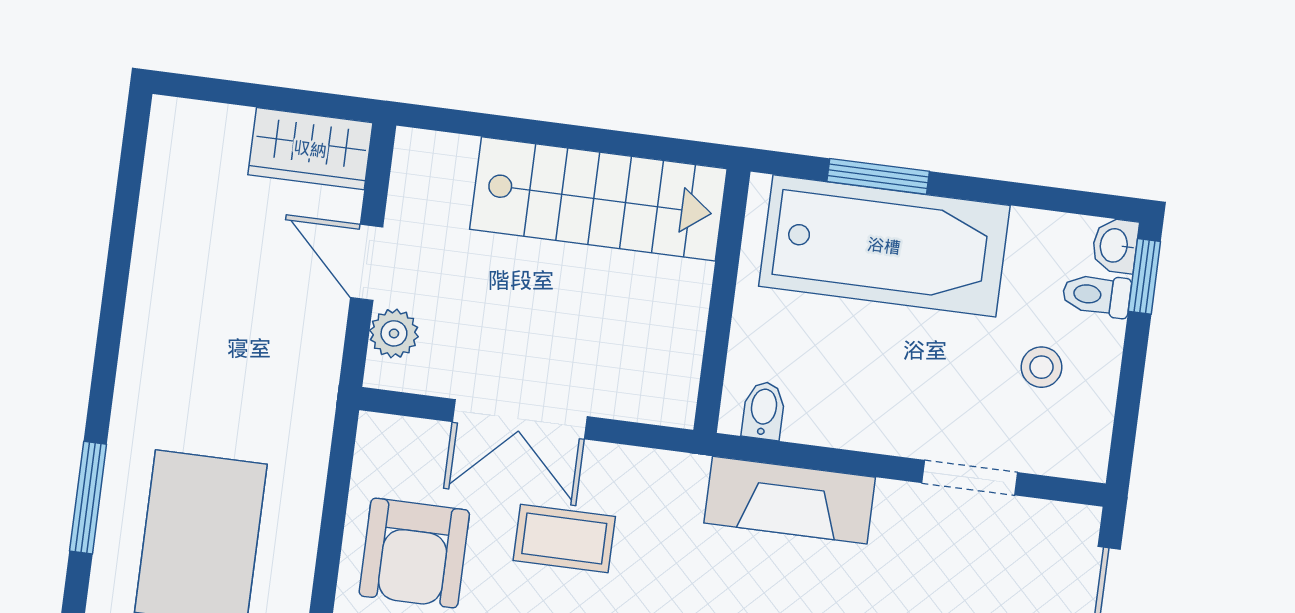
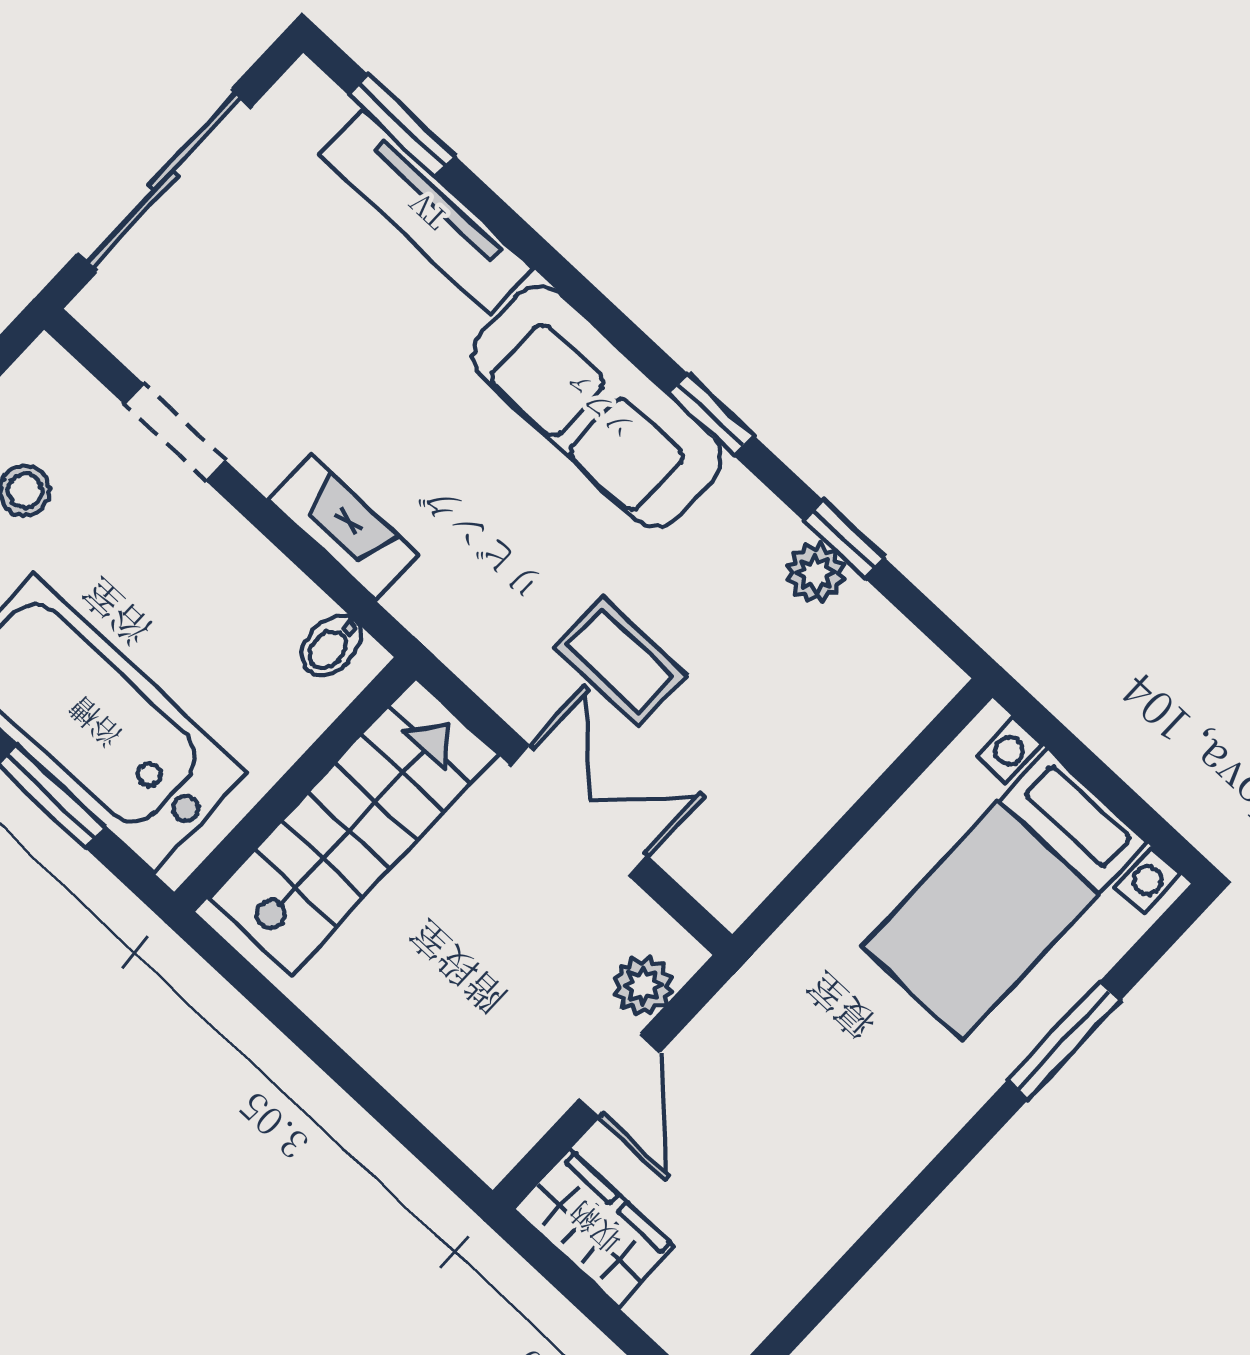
stairs: (598, 199) -> (353, 826), moved, turned 90
fireplace: (790, 500) -> (343, 527), width x0.73, depth x0.76
armchair: (414, 553) -> (779, 753), removed

